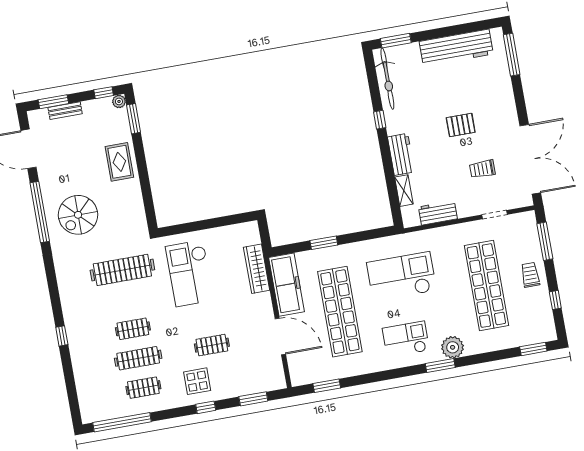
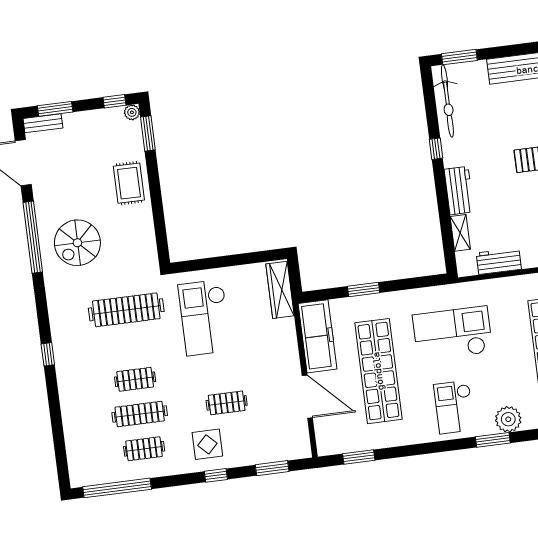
bench: (65, 111) -> (43, 123), moved
wardrobe: (257, 269) -> (280, 290), moved
window: (62, 336) -> (48, 354), moved
checkout: (406, 339) -> (454, 407), turned -90

